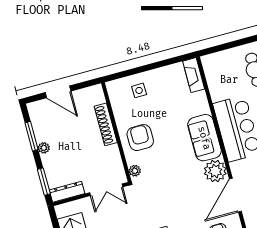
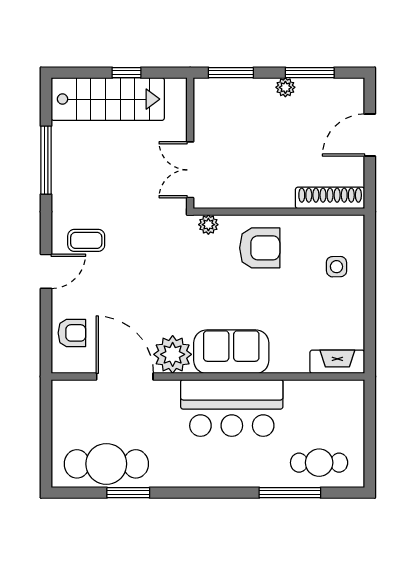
shoe rack: (106, 124) -> (330, 198), moved
dresser: (67, 192) -> (204, 106), removed

